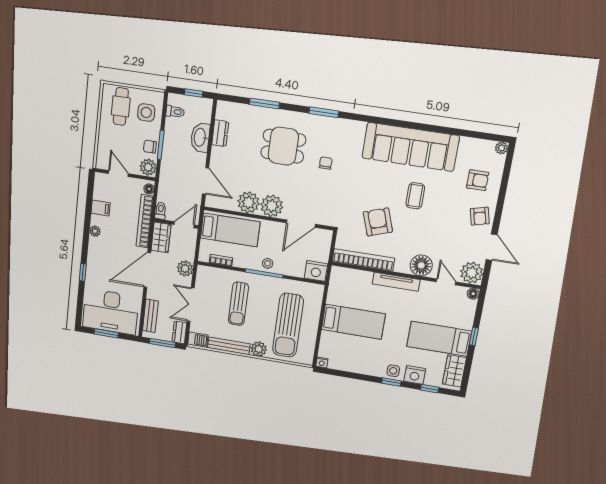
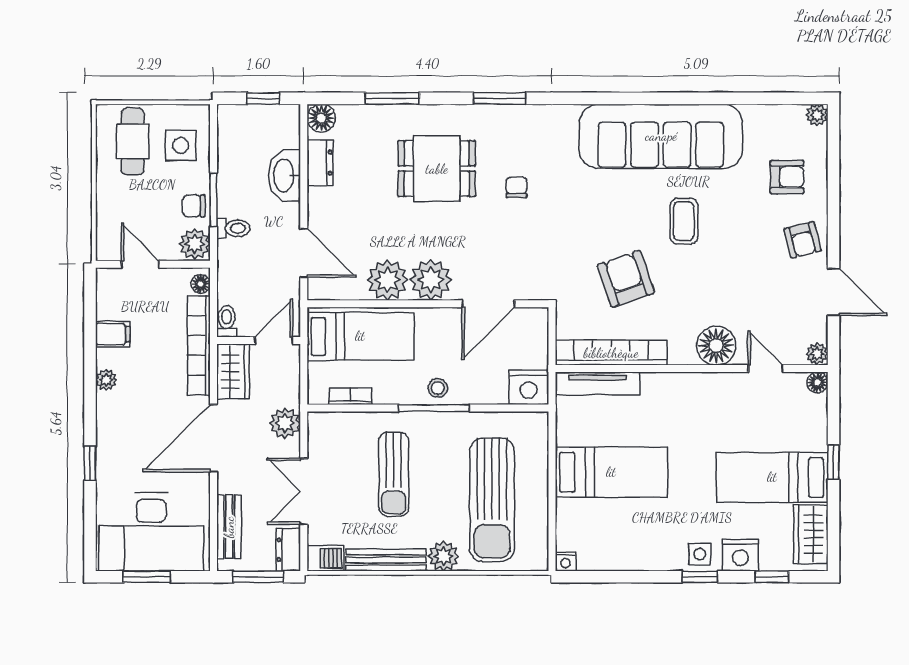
floor lamp: (224, 109) -> (321, 118), added
toilet: (175, 112) -> (233, 228), moved
plant: (472, 273) -> (817, 354), width x0.53, depth x0.53
tv unit: (396, 282) -> (598, 383), moved

